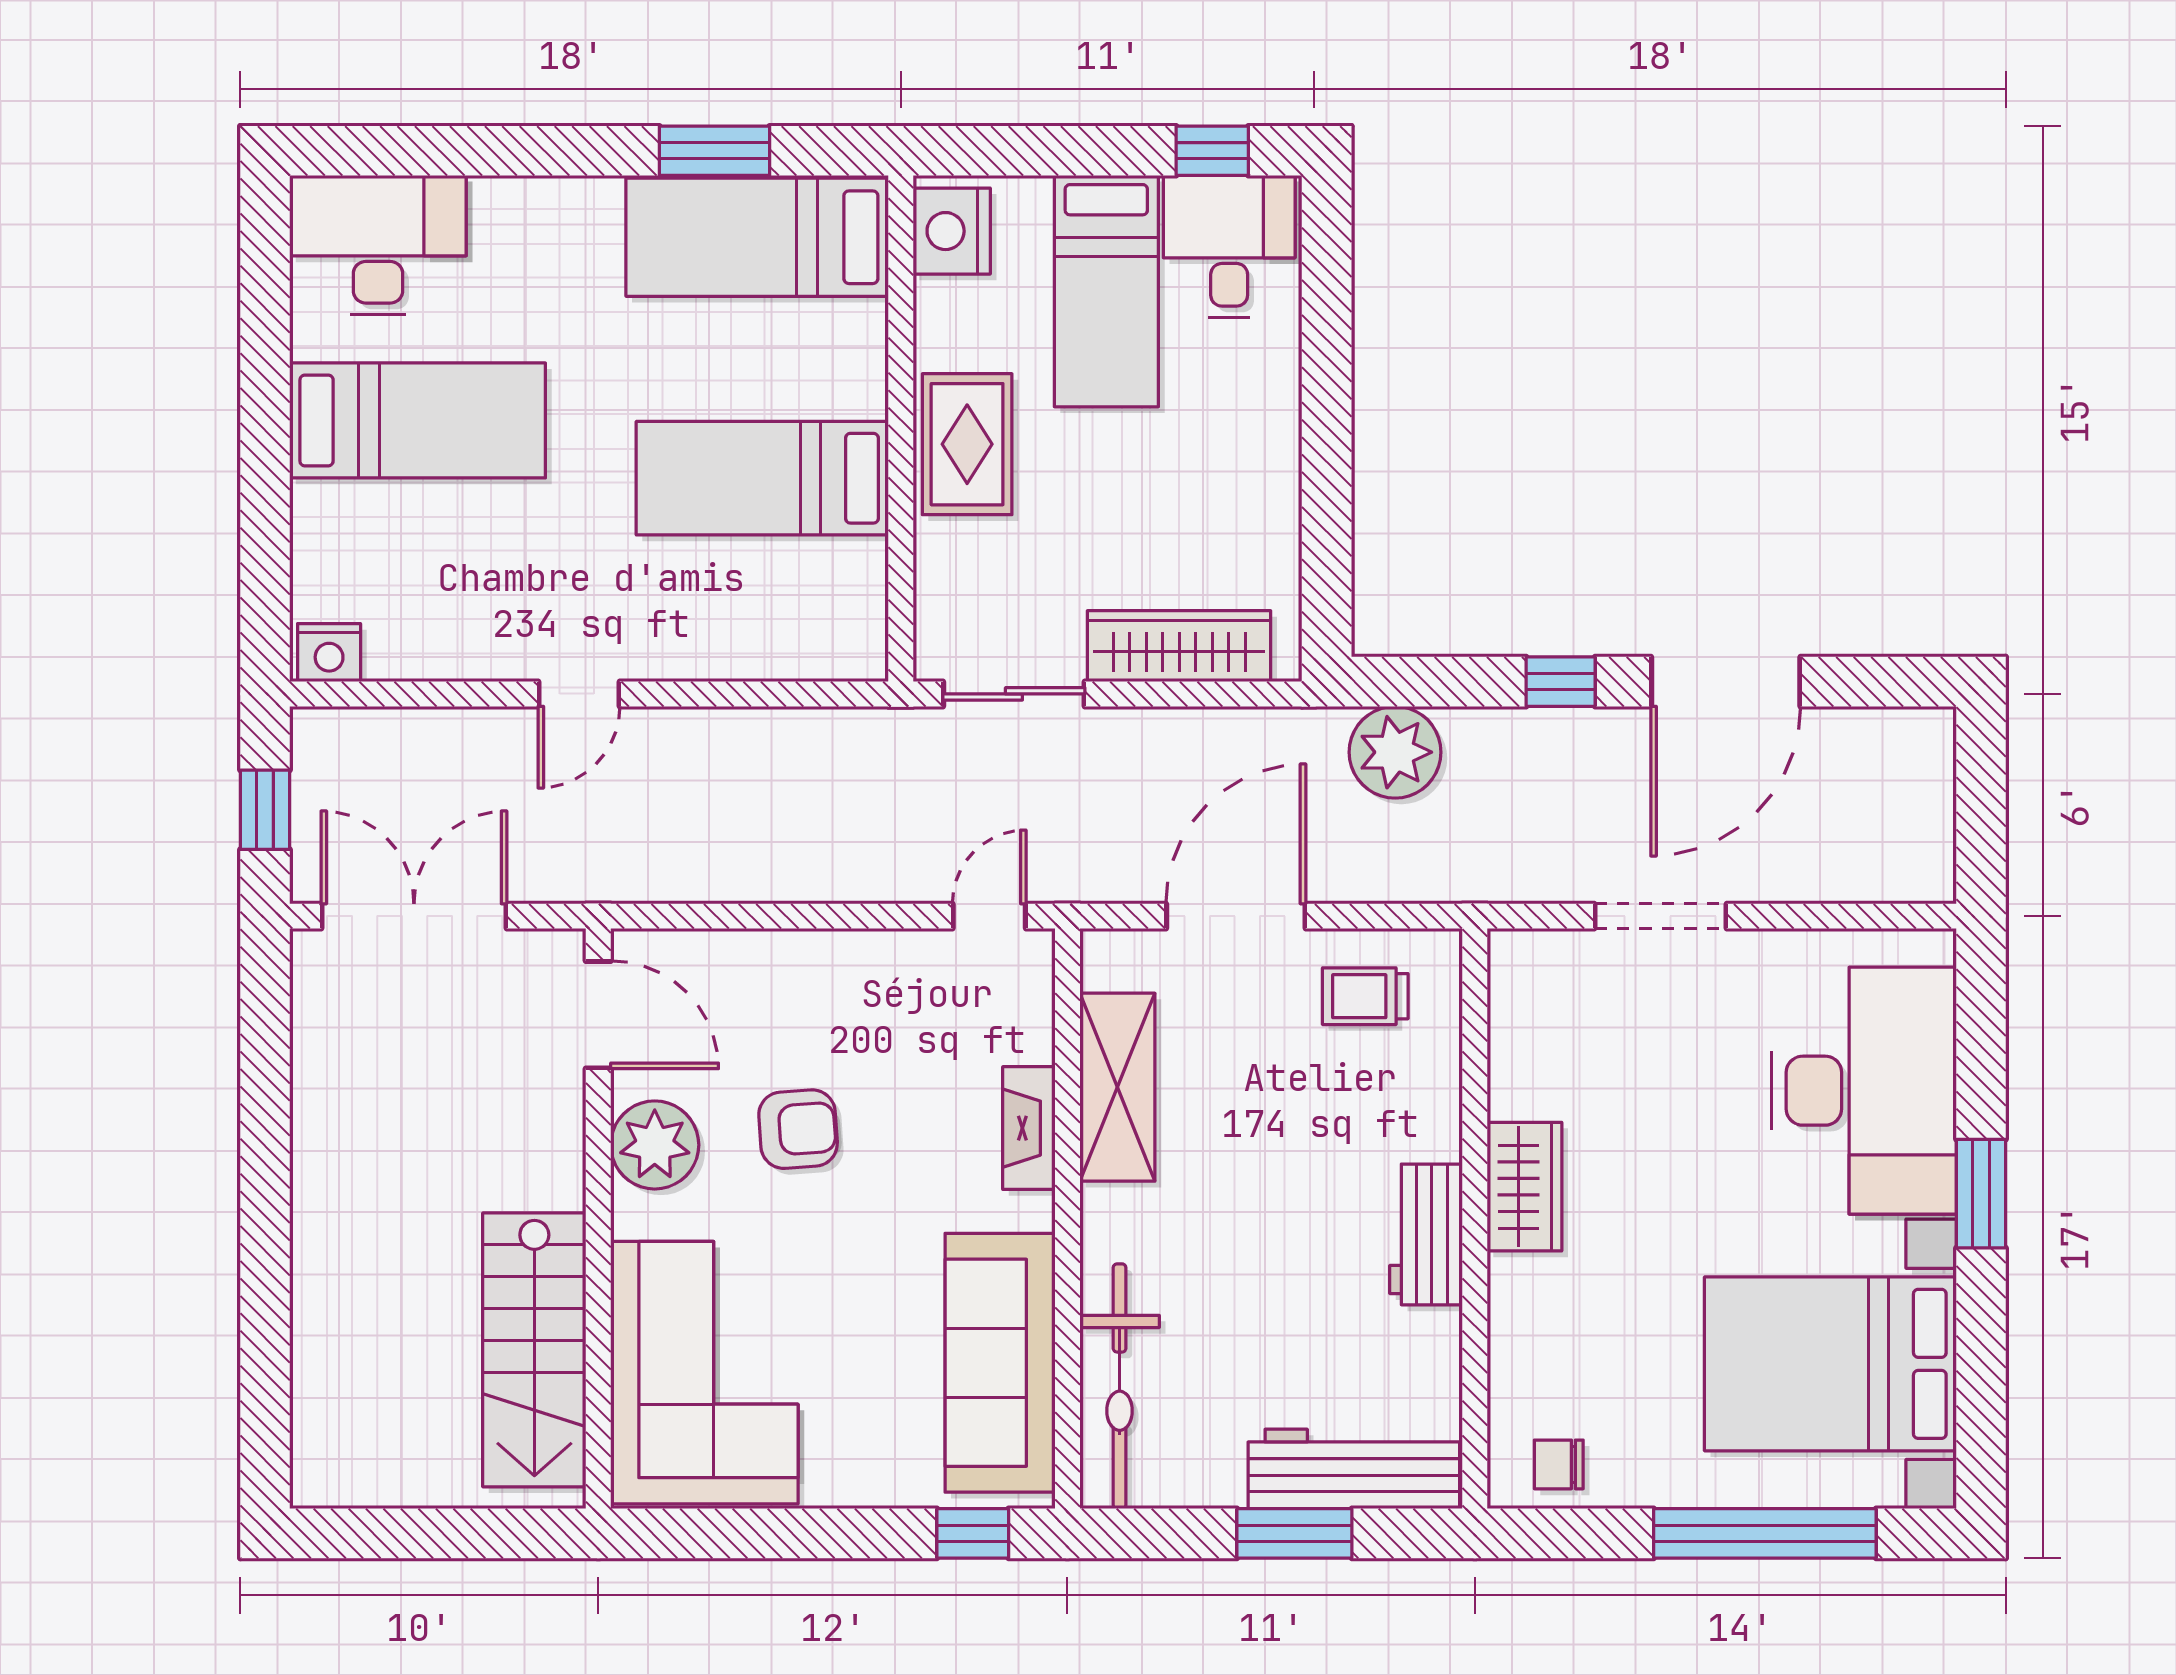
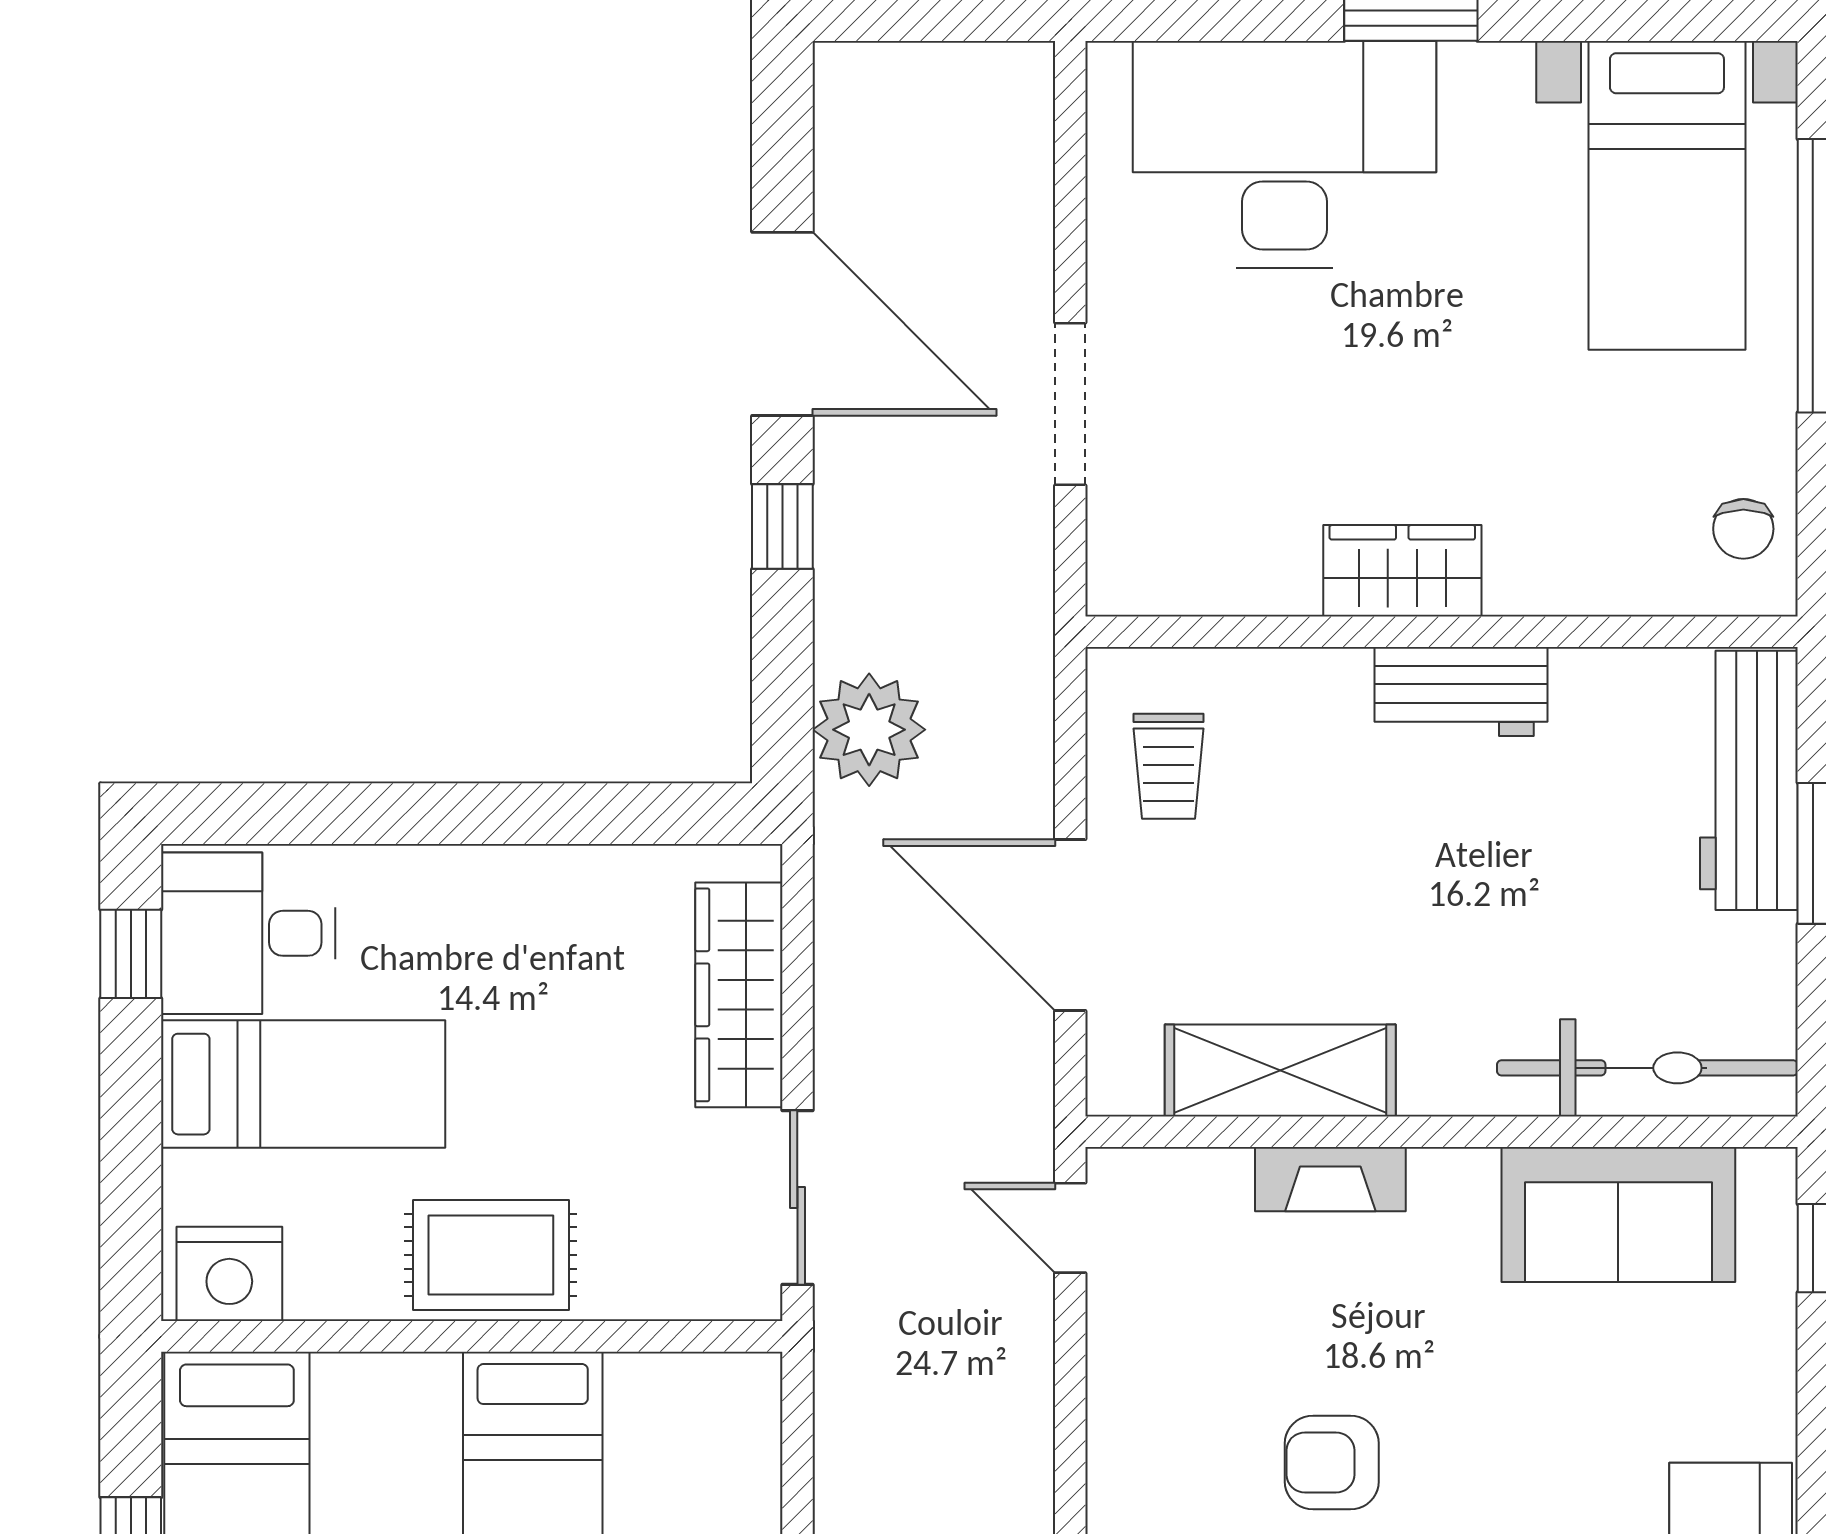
armchair: (798, 1129) -> (1332, 1462), turned -86
sofa: (1000, 1363) -> (1618, 1214), width x0.73
bed with nightstands: (1830, 1364) -> (1667, 195), width x0.73

